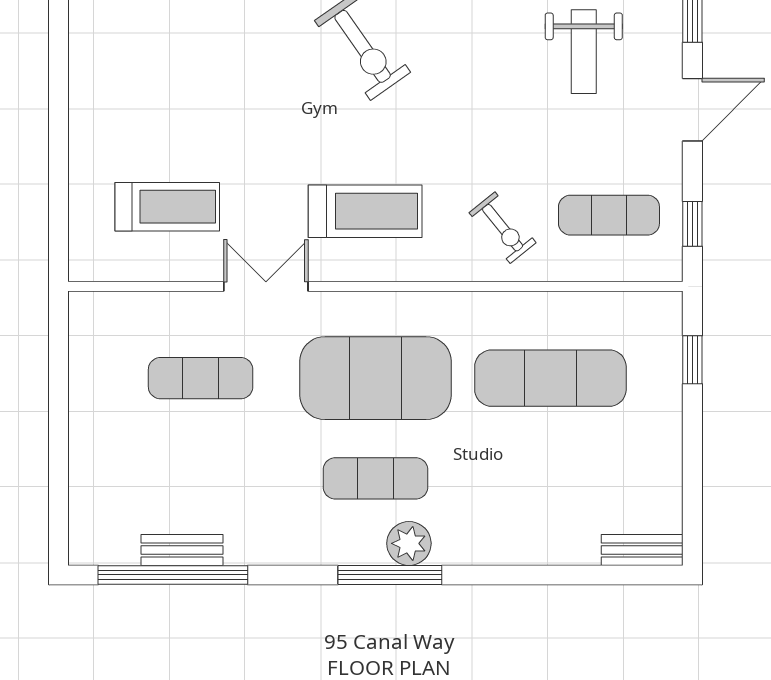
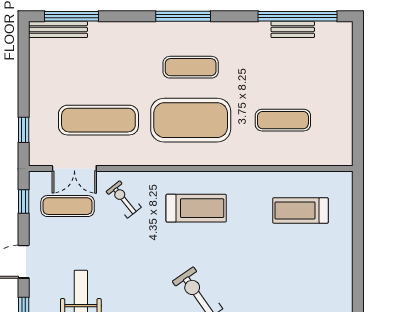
treadmill: (365, 211) -> (196, 208), turned 180
double door: (266, 286) -> (74, 168), moved
plant: (409, 543) -> (173, 33), removed
bench: (642, 550) -> (58, 29), width x1.36
window: (601, 575) -> (71, 16), added

